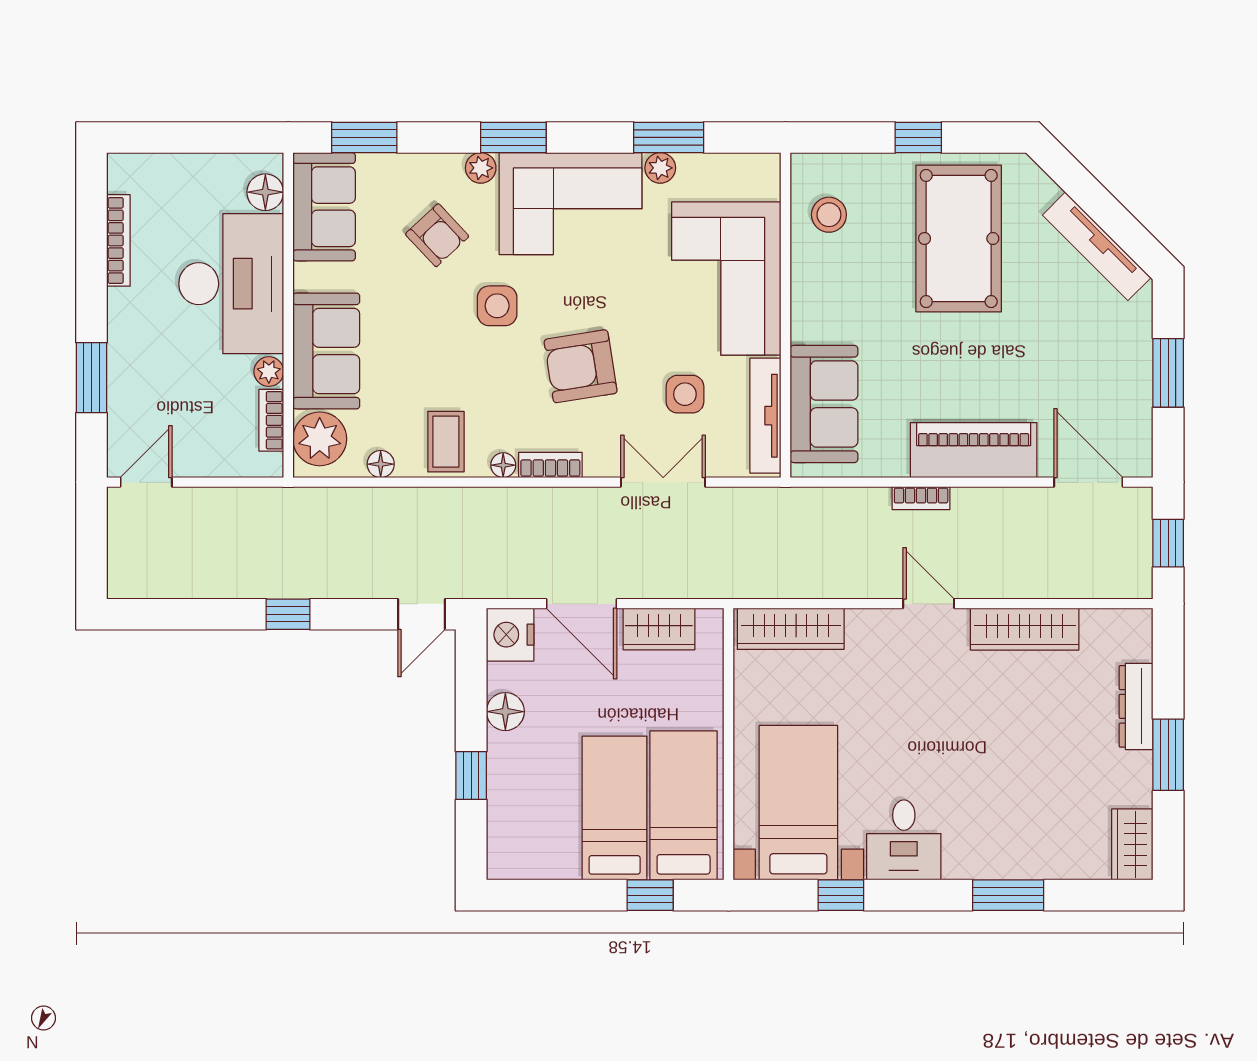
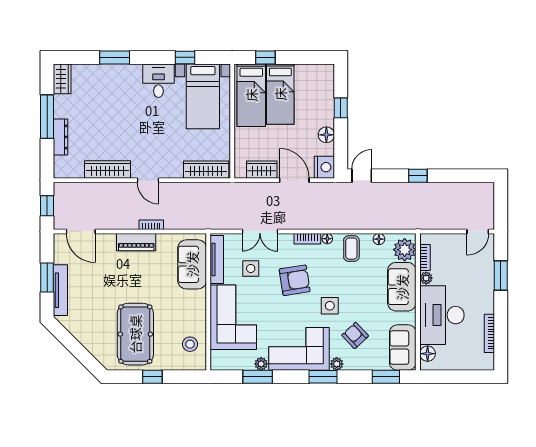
tv unit: (1097, 246) -> (60, 290), moved, turned 45
piano: (974, 450) -> (136, 242), width x0.73, depth x0.75
window: (1168, 755) -> (47, 117), width x1.44

